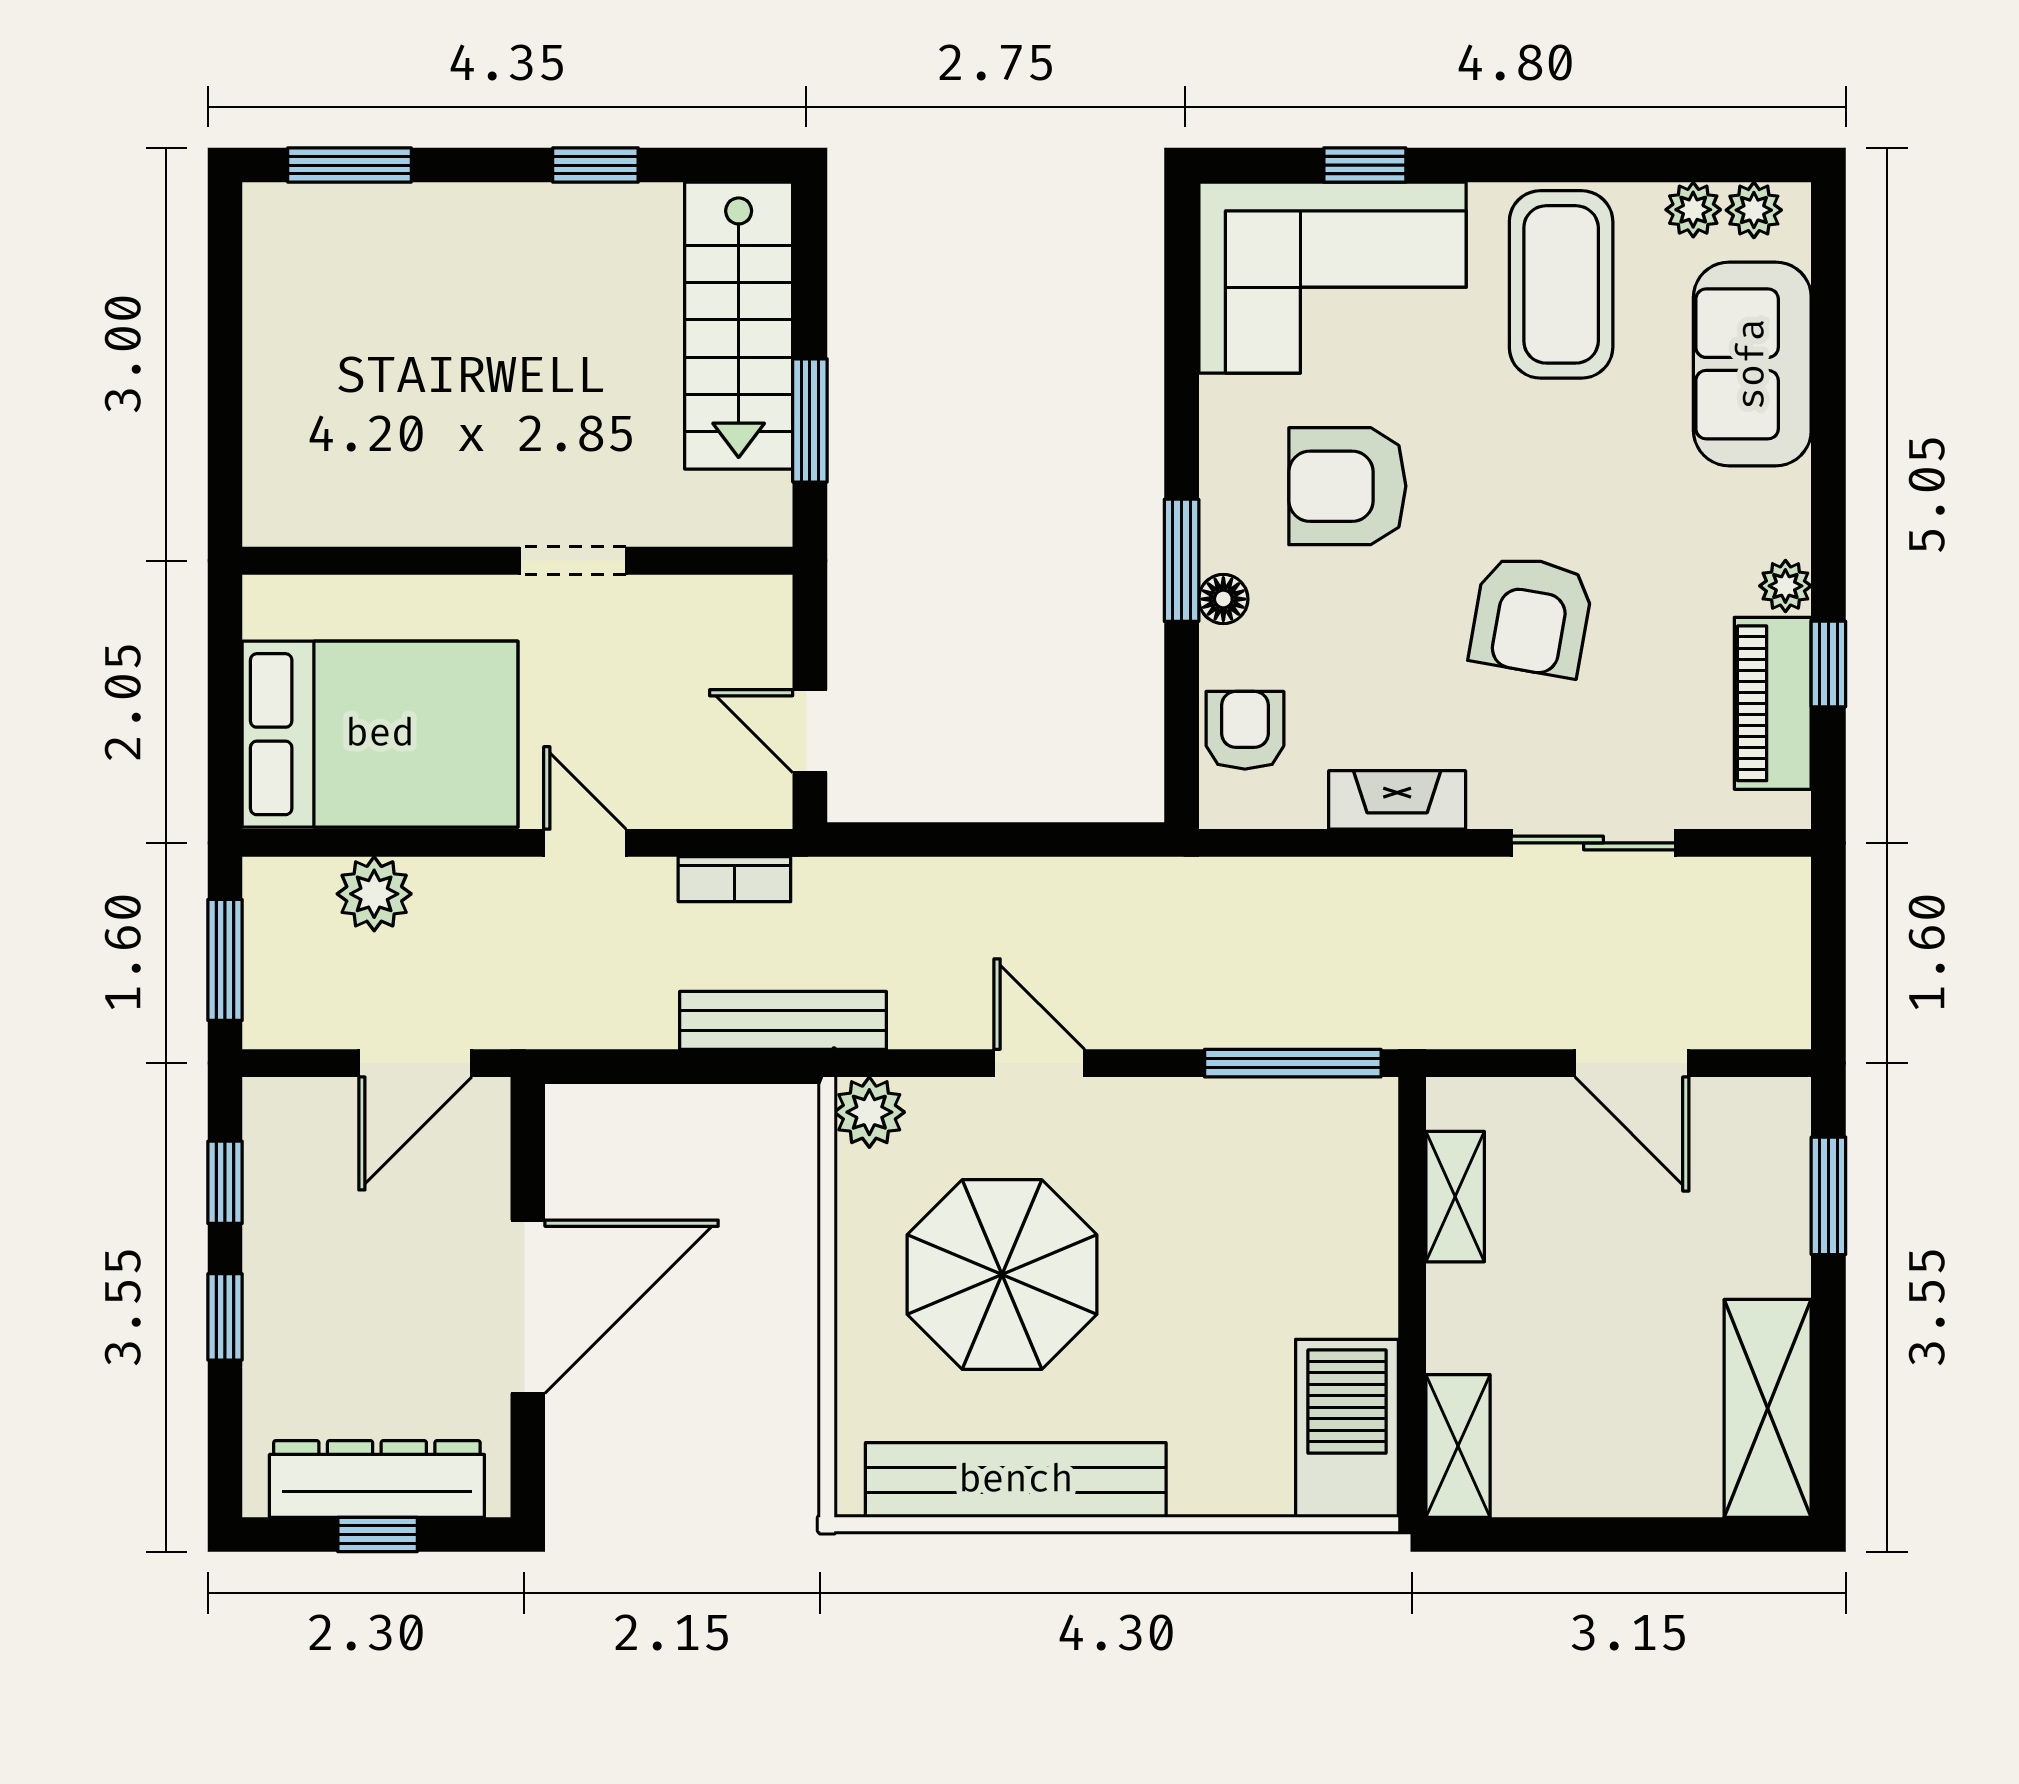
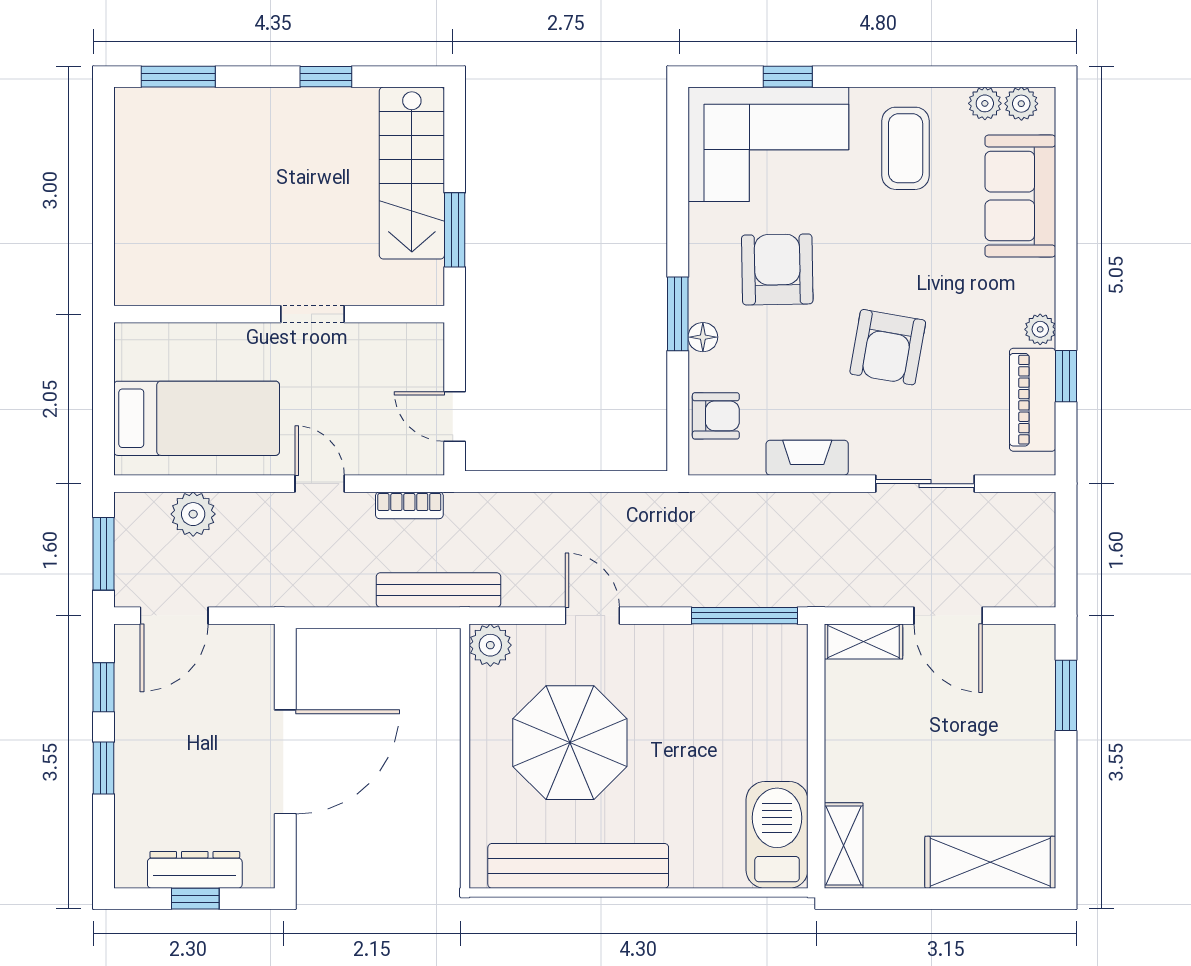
coffee table: (1561, 284) -> (906, 148), width x0.73, depth x0.76
armchair: (1347, 486) -> (777, 269), turned 89
armchair: (1245, 730) -> (716, 416), turned 90
bed: (380, 734) -> (197, 418), width x0.67
door: (415, 1063) -> (174, 616), moved
shelving: (1455, 1197) -> (863, 642), moved, turned 90
shelving: (1768, 1408) -> (990, 862), moved, turned 90
dresser: (377, 1479) -> (195, 870), width x0.73, depth x0.80

